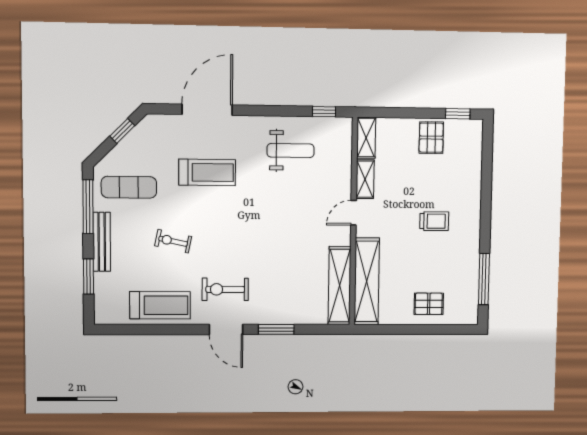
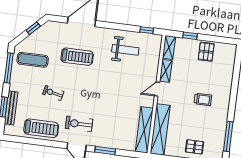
window: (458, 114) -> (190, 36), moved
bench: (102, 242) -> (11, 108), moved

